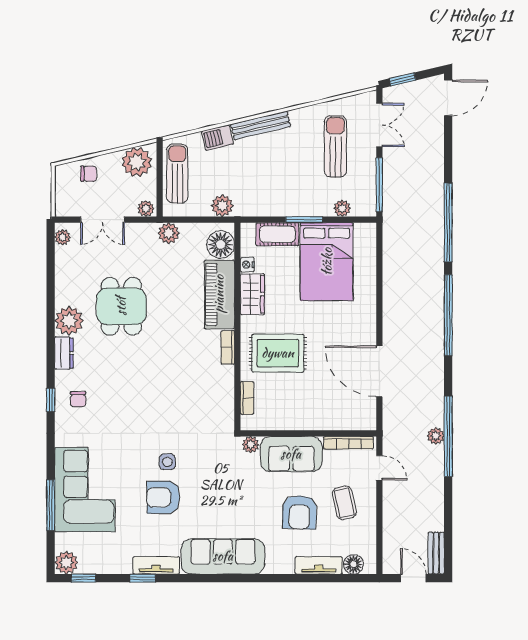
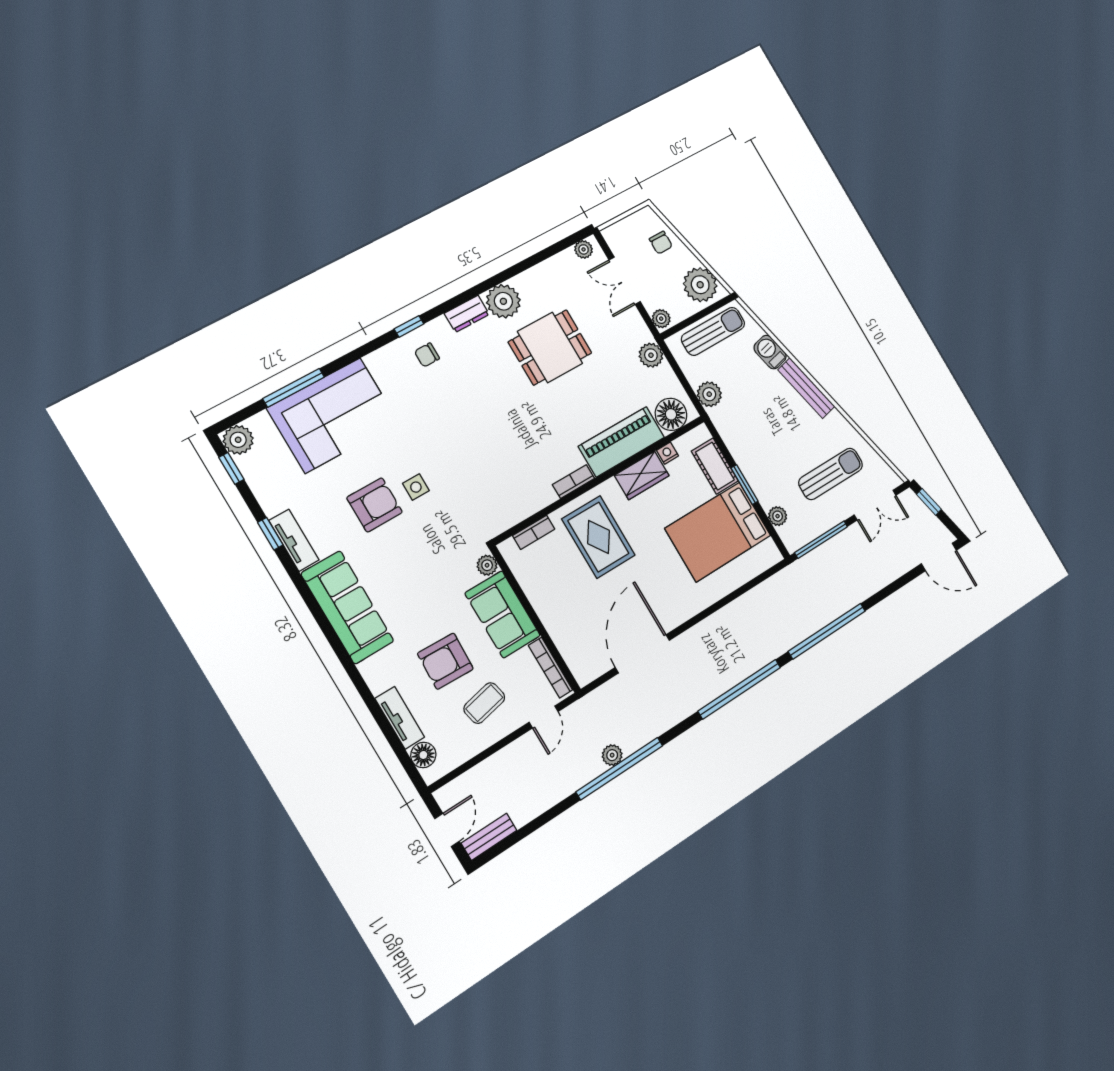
armchair: (163, 497) -> (375, 505), turned 90

